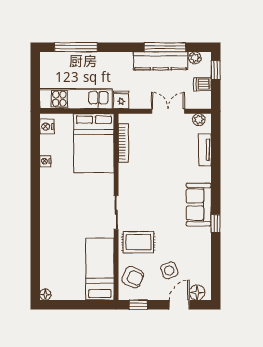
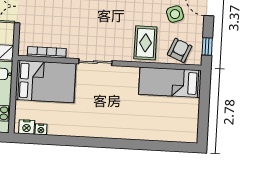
nightstand: (45, 161) -> (41, 129), moved
sliding door: (116, 212) -> (95, 62), moved
floor lamp: (45, 295) -> (192, 137), removed

